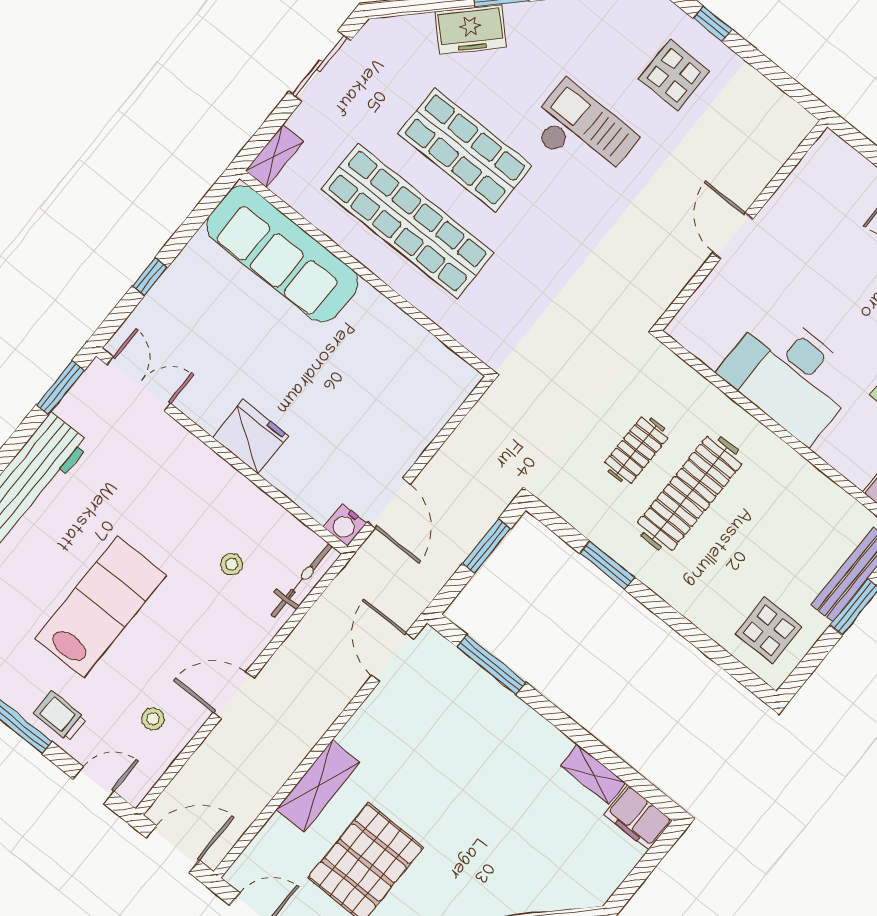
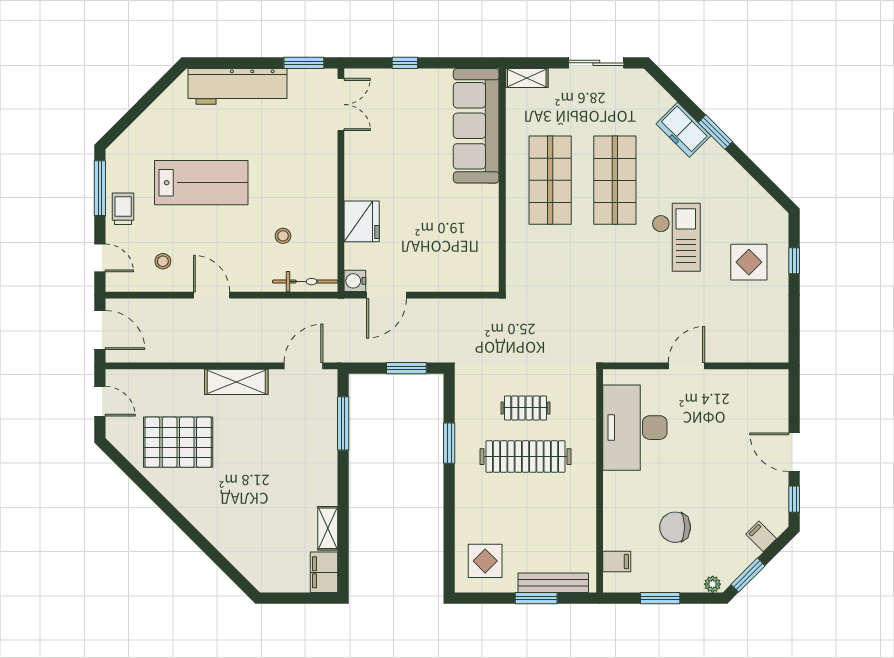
shop shelf: (408, 221) -> (550, 180), width x0.71
desk: (790, 375) -> (635, 428), moved
fridge: (250, 436) -> (362, 221), moved
shelving: (318, 786) -> (236, 382), moved

